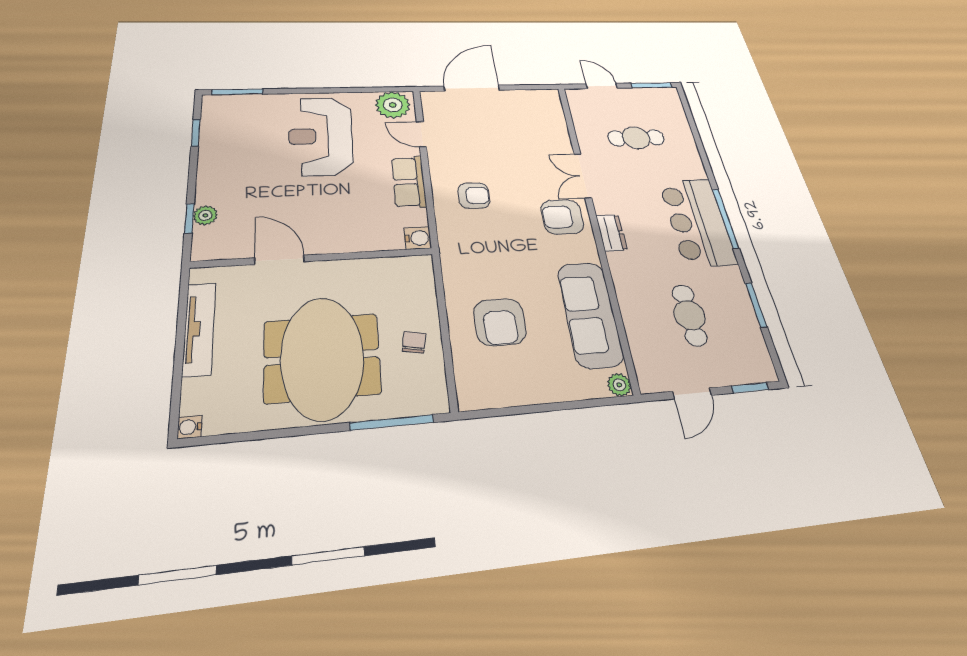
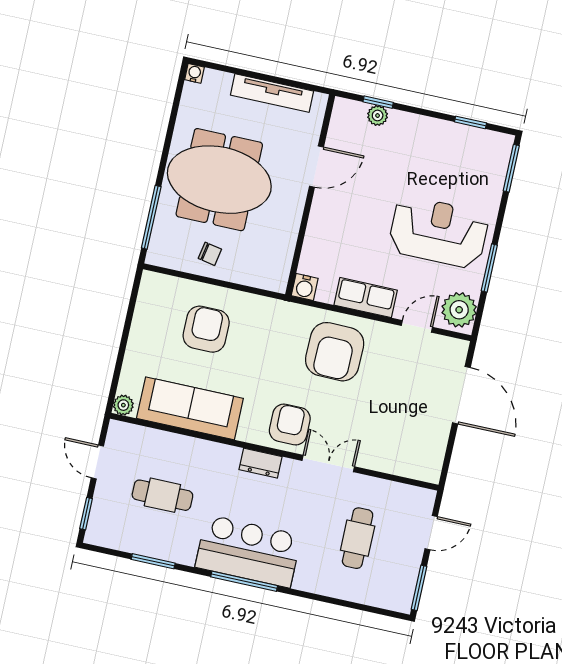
window: (344, 90) -> (489, 268), added
armchair: (474, 196) -> (335, 352), width x1.88, depth x1.88
armchair: (500, 322) -> (206, 329), turned 90

